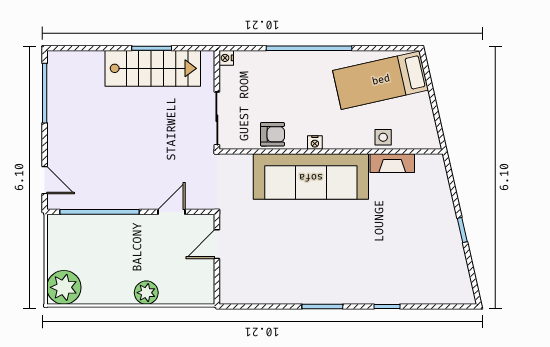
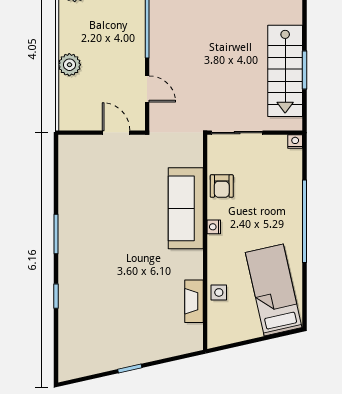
sofa: (311, 177) -> (186, 208), width x0.74, depth x0.79

